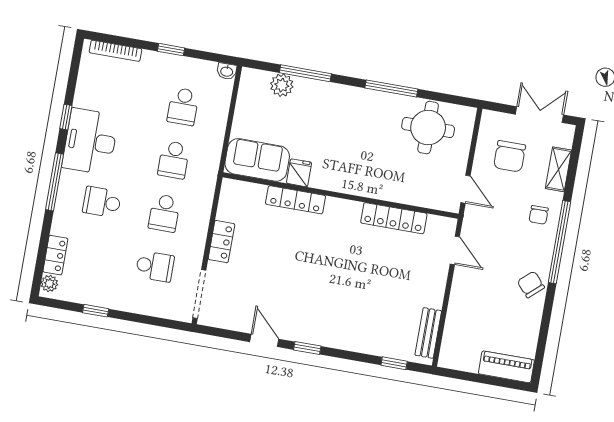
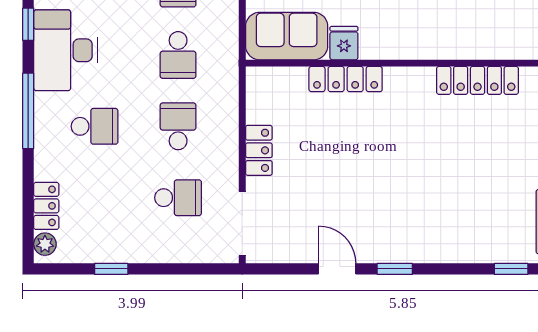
school desk: (102, 202) -> (95, 126), turned 180
school desk: (164, 213) -> (178, 126), turned 180

